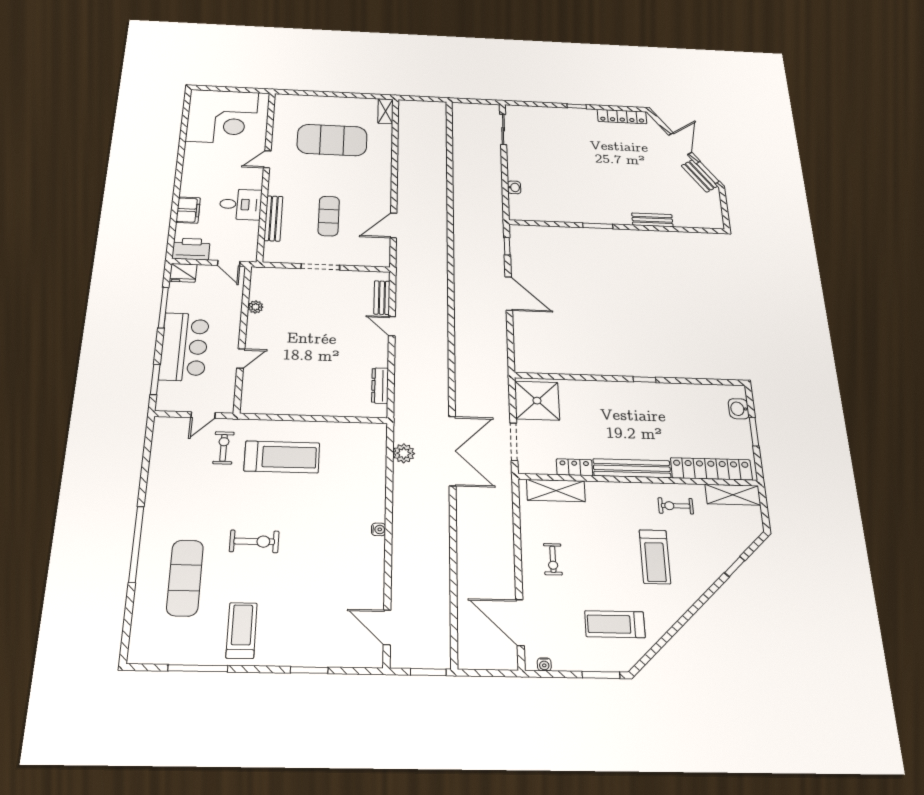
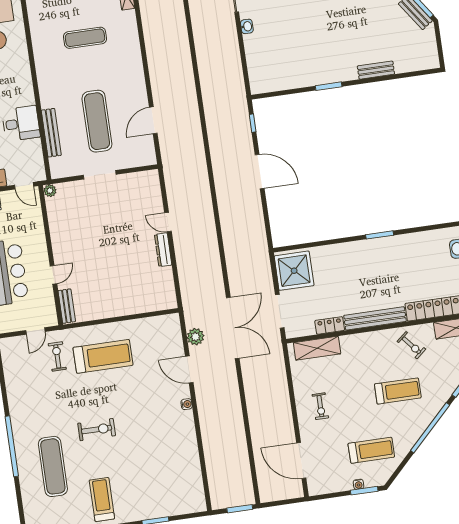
exercise mat: (332, 140) -> (85, 38), width x0.50, depth x0.69
door: (267, 159) -> (33, 71), removed
washbasin: (514, 187) -> (247, 26), moved
exercise mat: (329, 216) -> (97, 121), width x1.36, depth x1.45
bench: (382, 298) -> (67, 306), moved
plant: (255, 307) -> (50, 191), moved
window: (645, 380) -> (380, 235), width x1.50
dresser: (380, 386) -> (163, 250), moved
exercise bike: (676, 506) -> (411, 345), turned -130
treadmill: (655, 557) -> (398, 391), turned -90
window: (695, 608) -> (430, 428), added
treadmill: (615, 624) -> (371, 450), turned 180
door: (387, 627) -> (189, 369), moved
water cooler: (544, 664) -> (358, 484), moved

